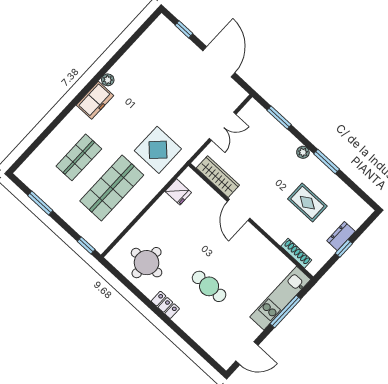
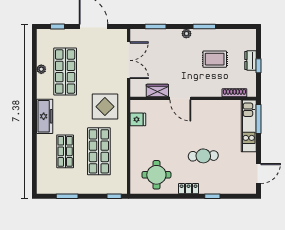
plant: (108, 80) -> (41, 69), moved
shop shelf: (151, 80) -> (65, 72), added
freezer: (95, 100) -> (45, 116), width x1.40
double door: (223, 126) -> (129, 60), width x1.37
wardrobe: (218, 177) -> (157, 91), width x0.67
window: (285, 312) -> (258, 119), moved
window: (182, 334) -> (212, 196), added

